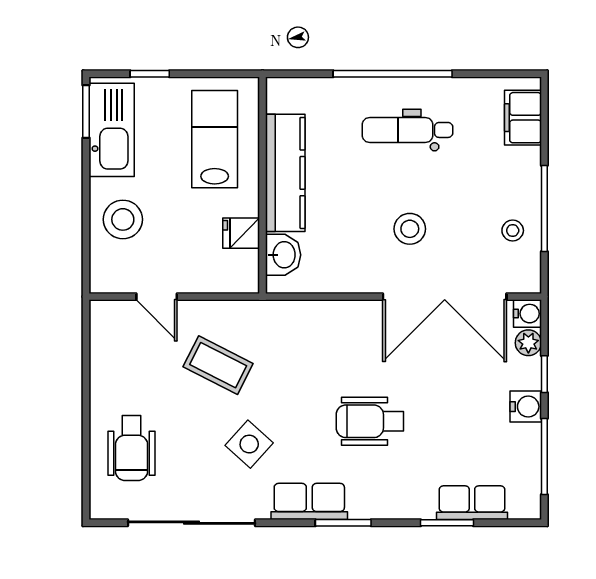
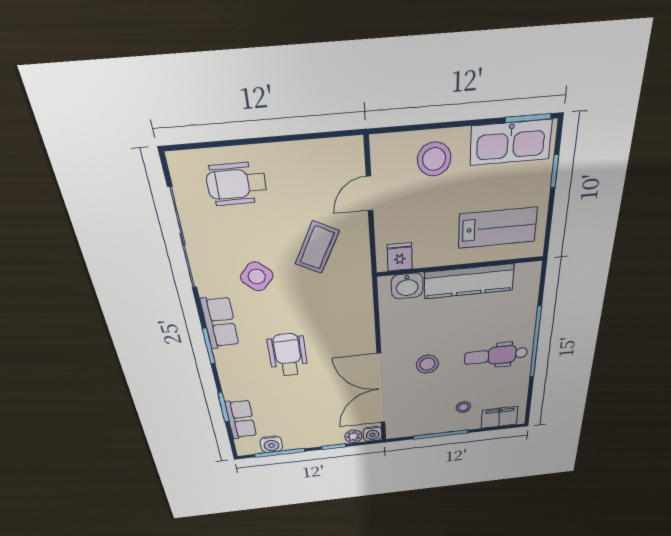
dental chair: (407, 130) -> (496, 355), turned -90
stool: (513, 231) -> (463, 407), moved
fridge: (241, 233) -> (400, 257), moved
water cooler: (526, 407) -> (271, 444), moved

